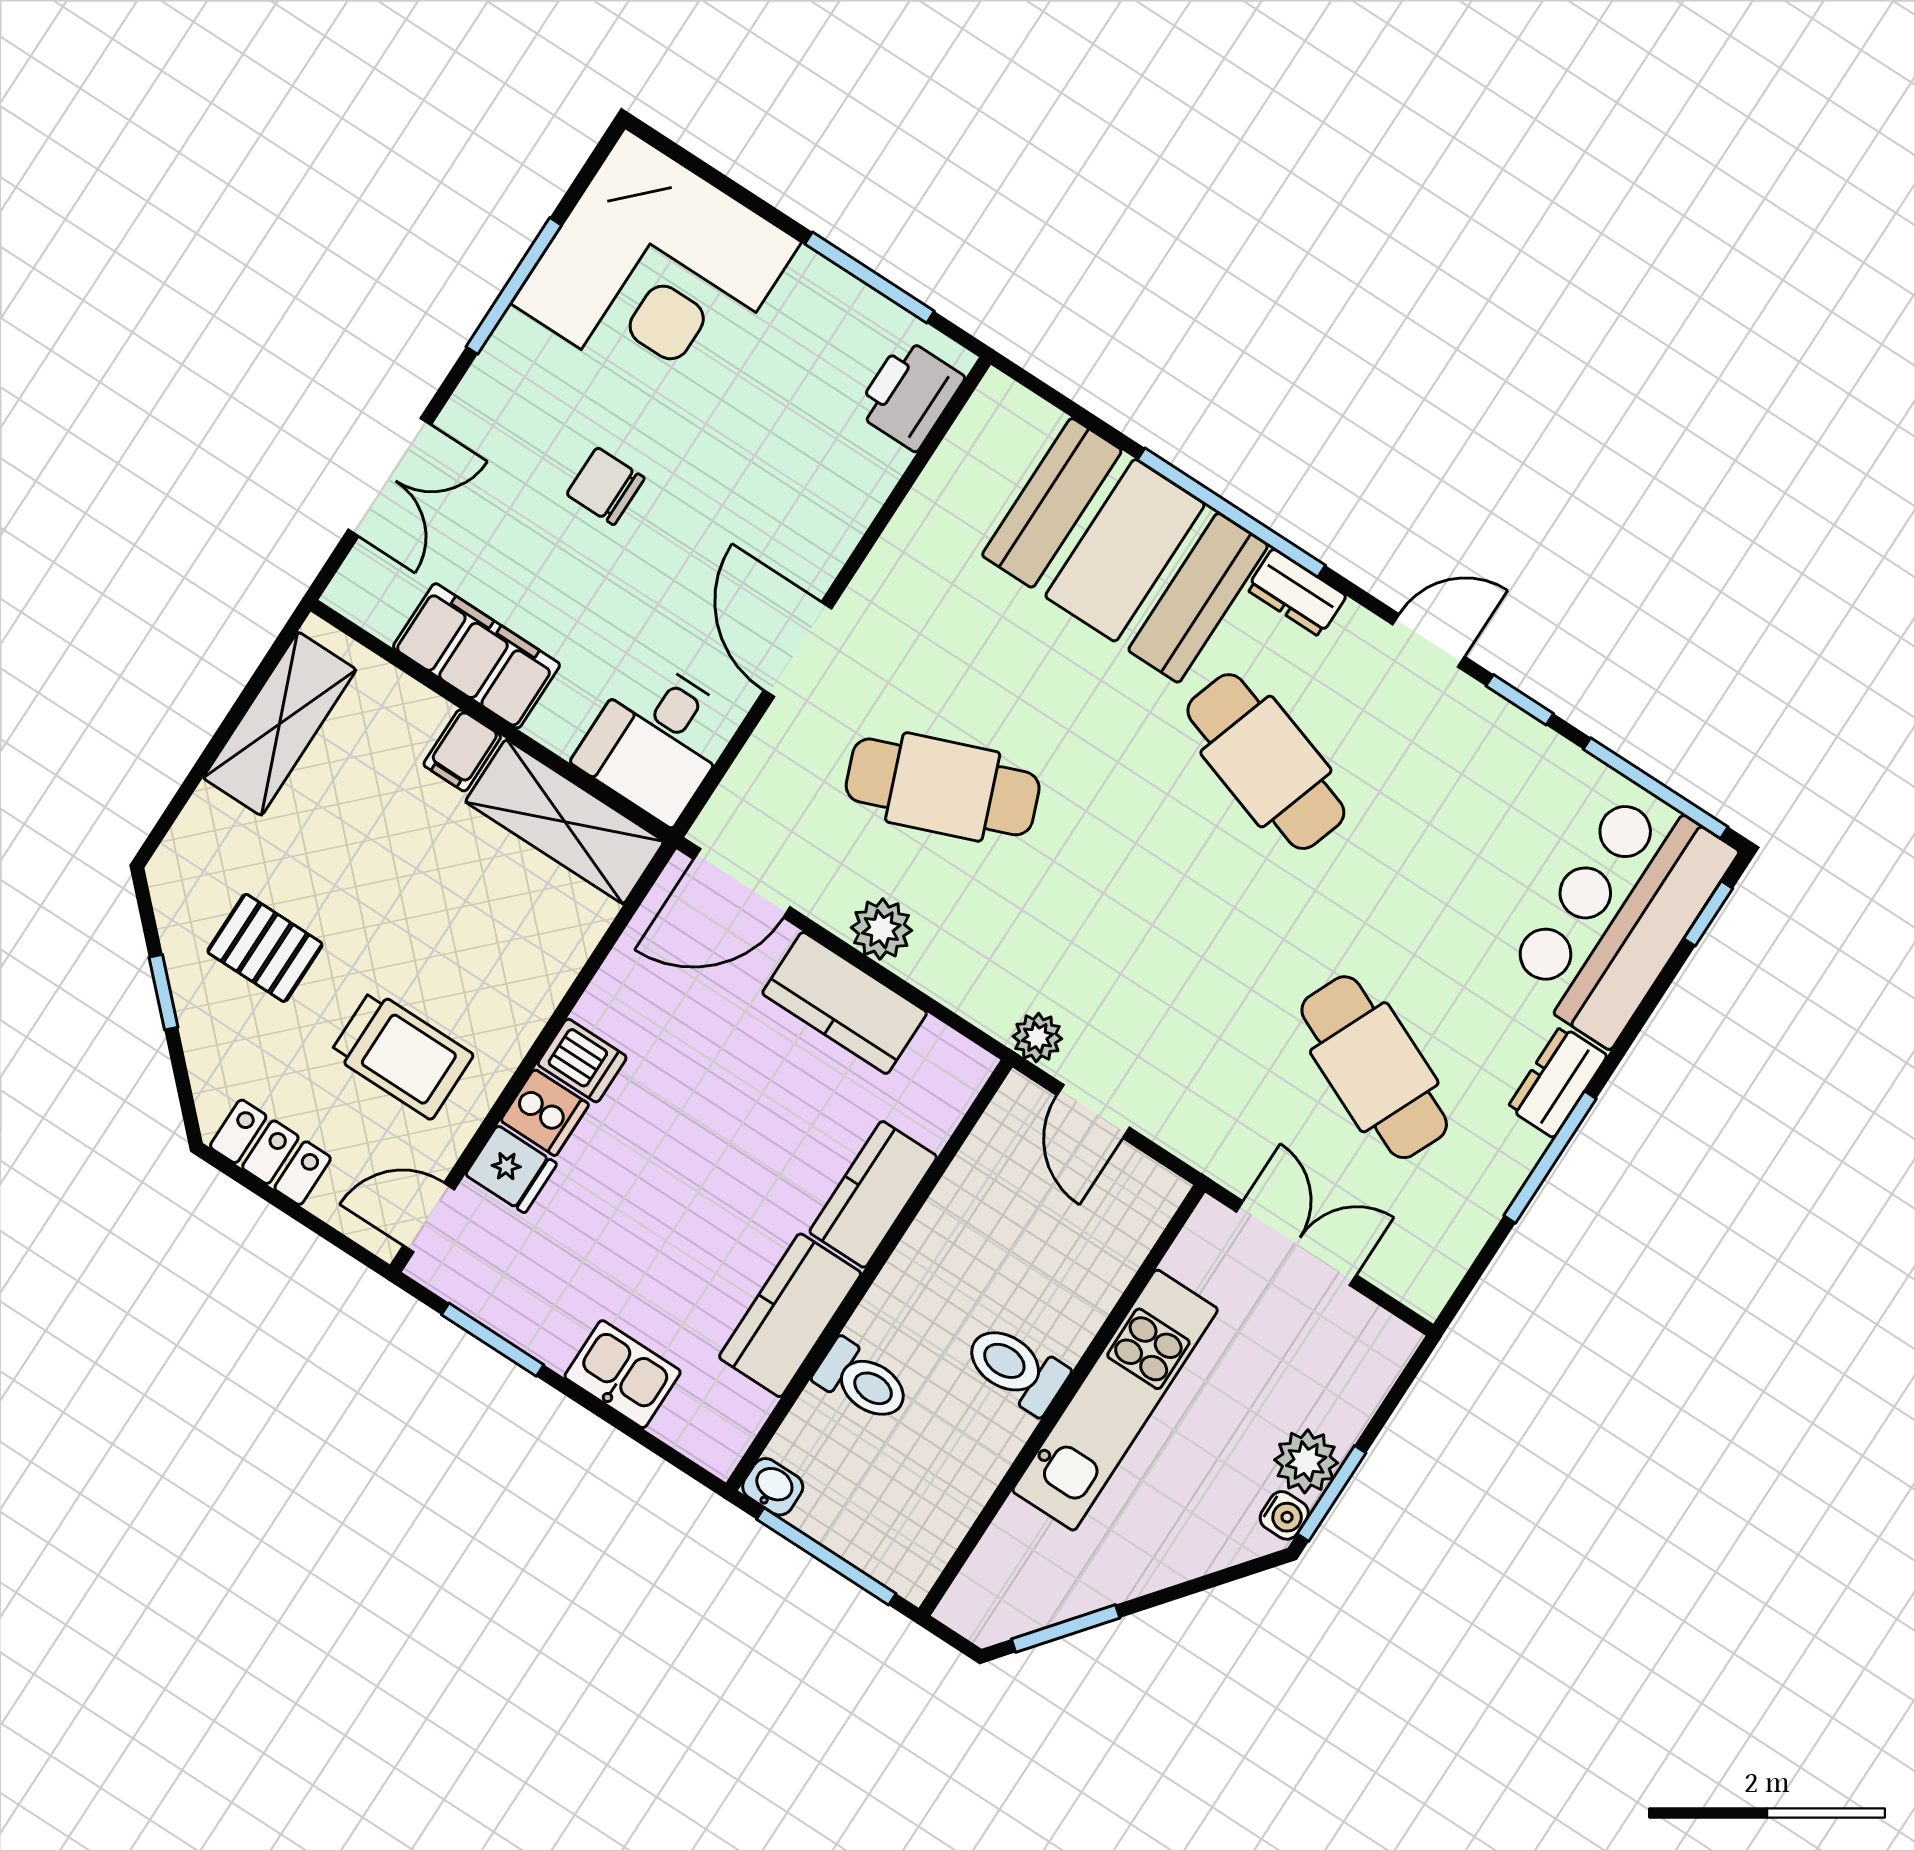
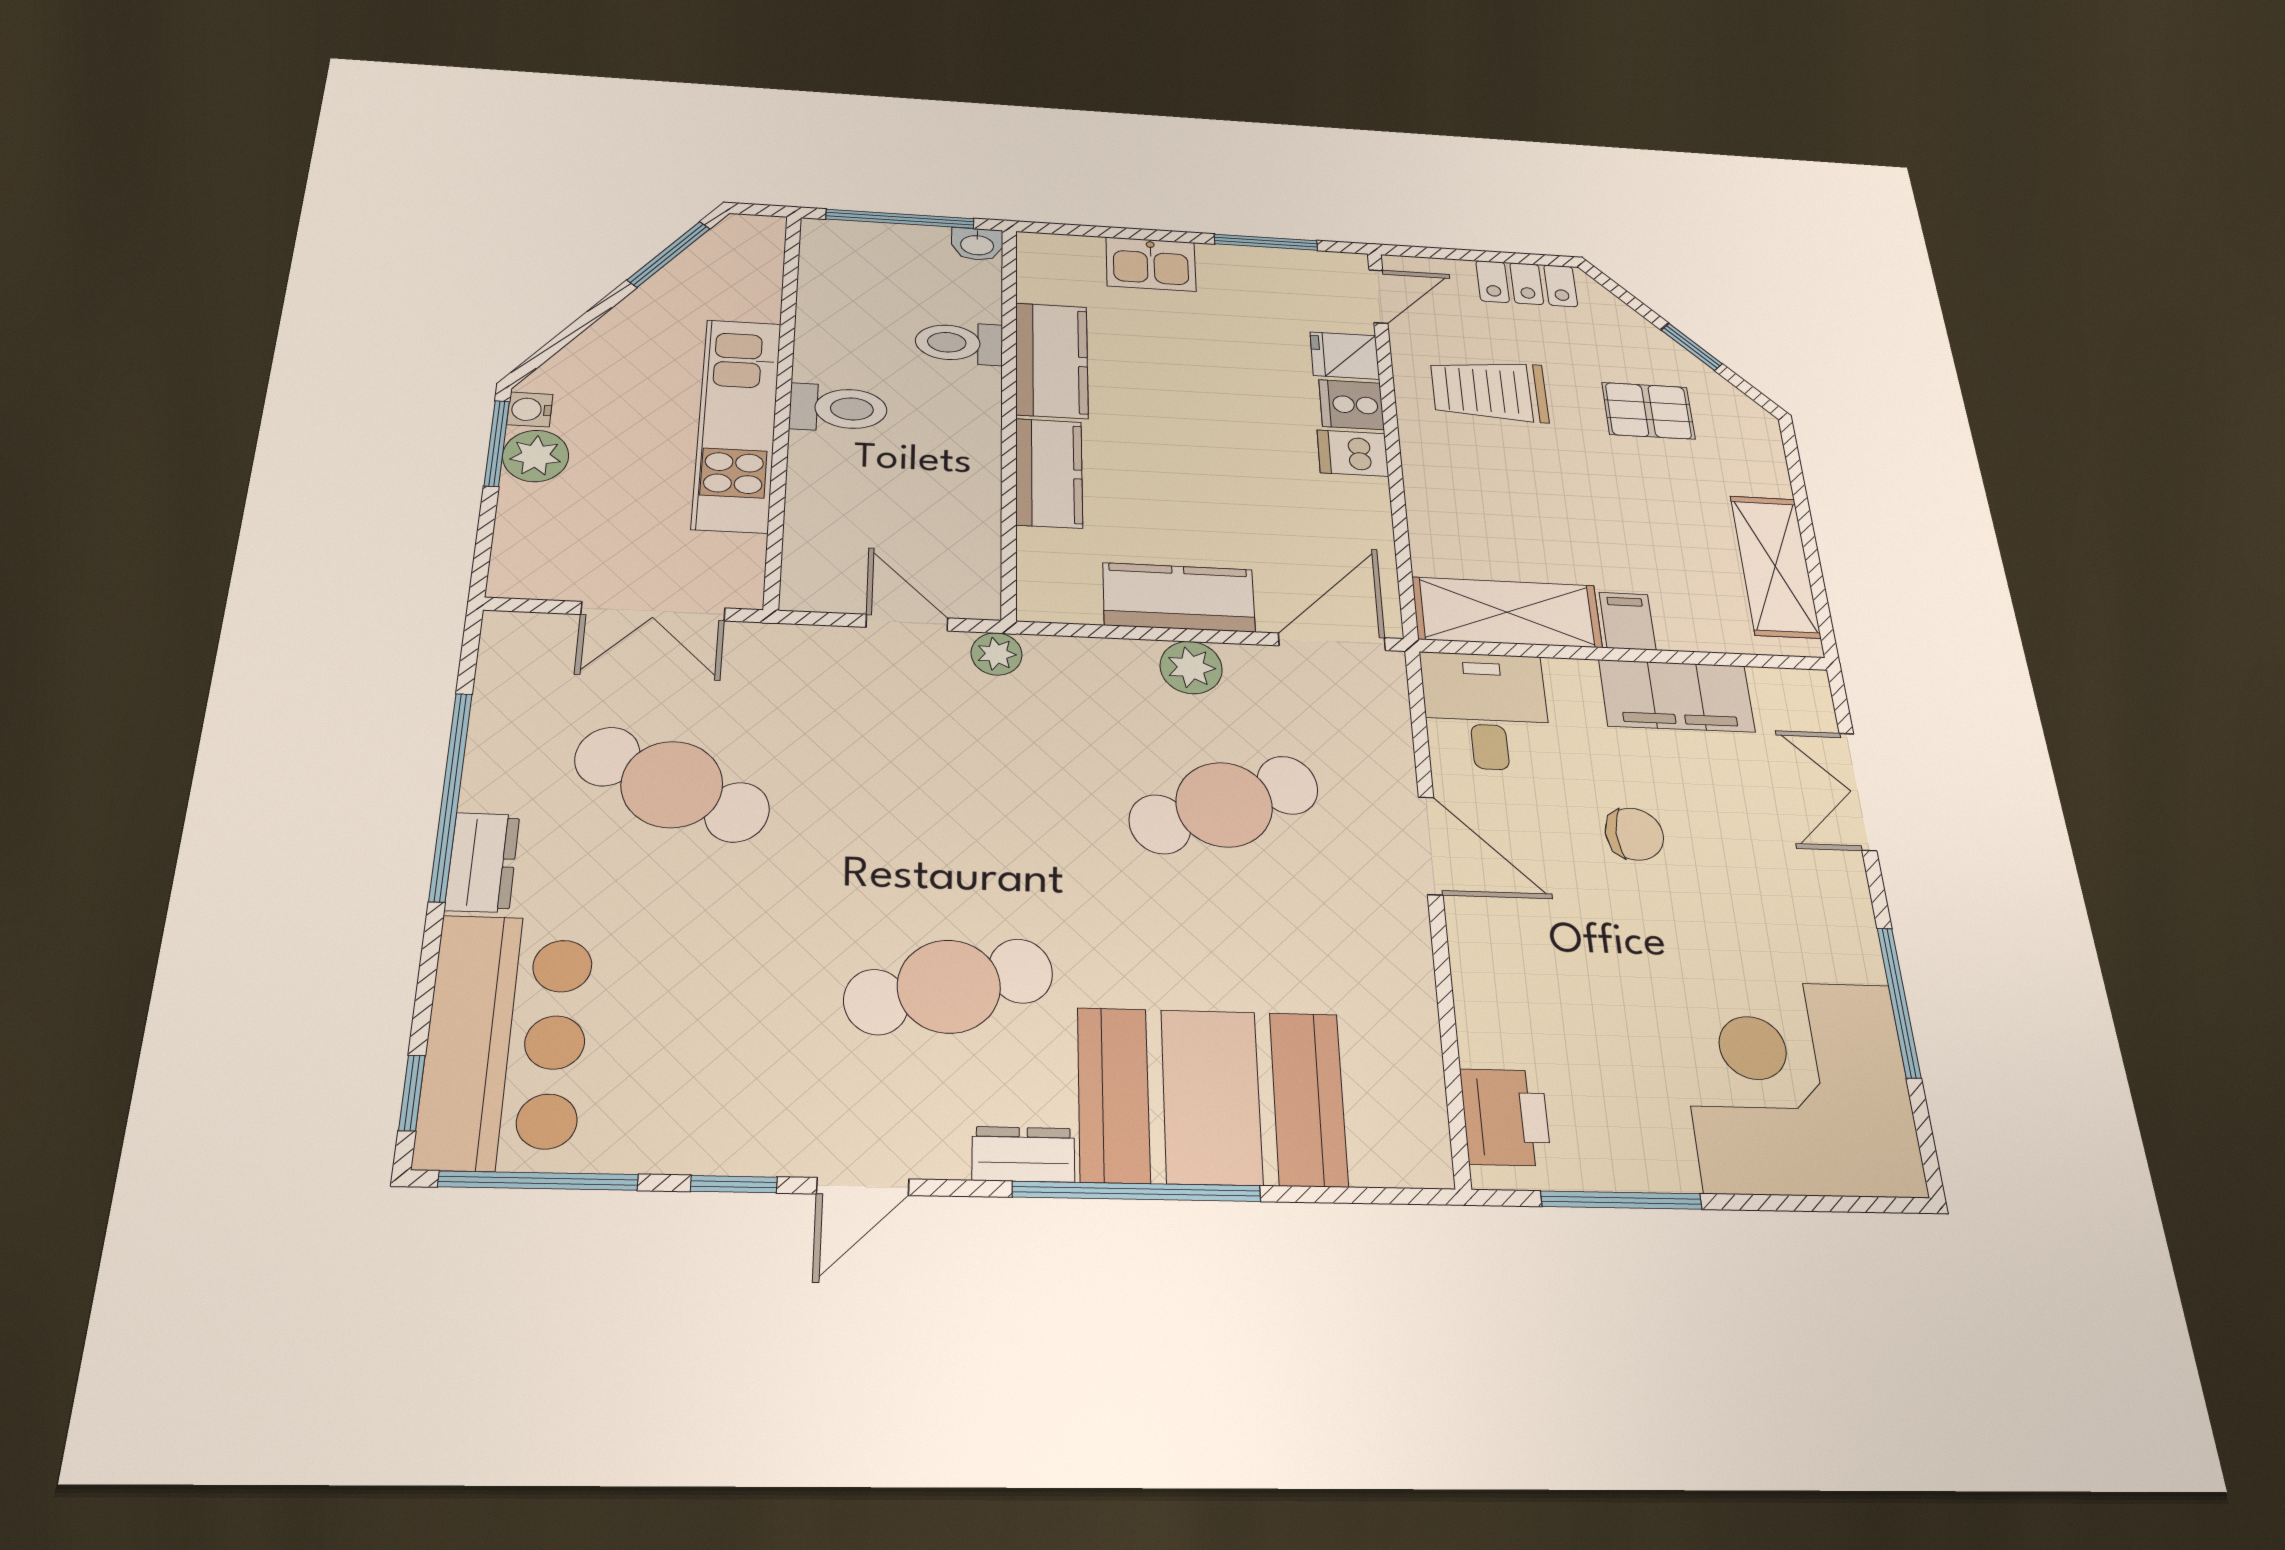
chair: (606, 486) -> (1634, 834), moved
cafe table: (1266, 762) -> (949, 986), turned -33
window: (1550, 1157) -> (451, 796), width x1.46

